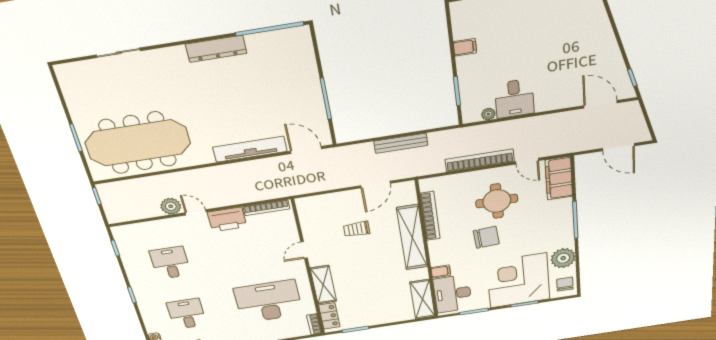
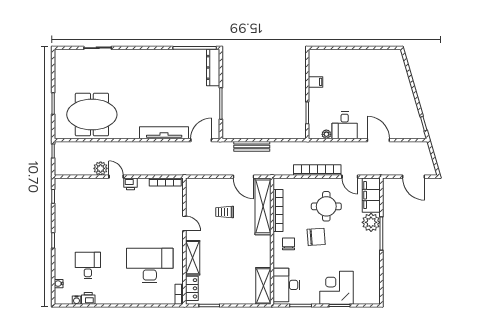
dresser: (216, 49) -> (213, 67), moved, turned 90
door: (600, 104) -> (378, 140), moved
meeting table: (138, 143) -> (92, 115), width x0.73
bench: (401, 143) -> (252, 146), moved
door: (306, 150) -> (201, 140), hinge flipped
door: (376, 185) -> (244, 177), hinge flipped
printer: (227, 219) -> (130, 184), width x0.53, depth x0.68
shelving: (412, 237) -> (263, 206), moved
door: (304, 250) -> (184, 223), swing flipped
plant: (563, 258) -> (371, 222), moved
desk: (170, 263) -> (88, 217), removed
filing cabinet: (441, 272) -> (280, 262), removed
corner desk: (518, 281) -> (336, 288), width x0.74, depth x0.74
chair: (565, 284) -> (289, 244), moved

